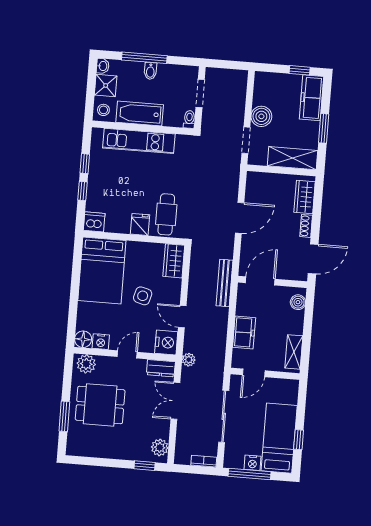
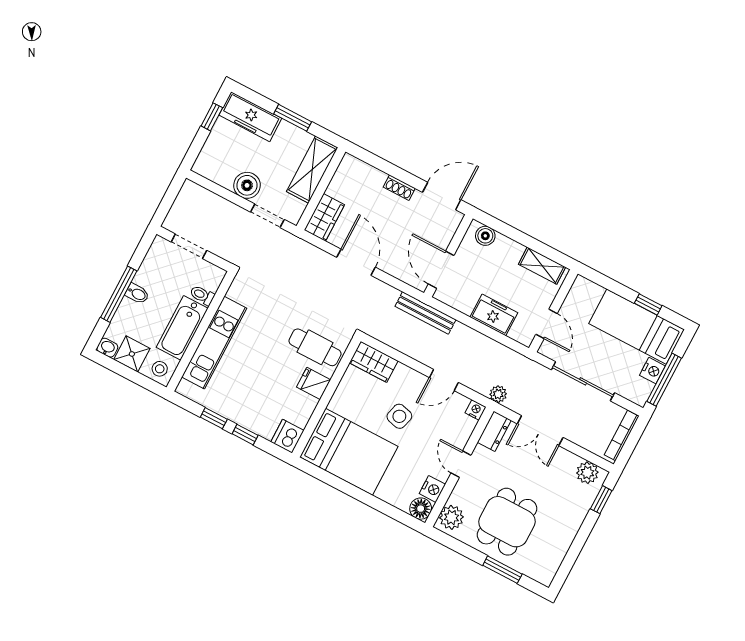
toilet: (189, 119) -> (202, 295), moved
wardrobe: (305, 197) -> (324, 217), moved, turned -90
door: (313, 259) -> (442, 196), hinge flipped
nightstand: (166, 342) -> (476, 410), width x0.53, depth x0.56
bookcase: (204, 461) -> (622, 435), width x1.56

